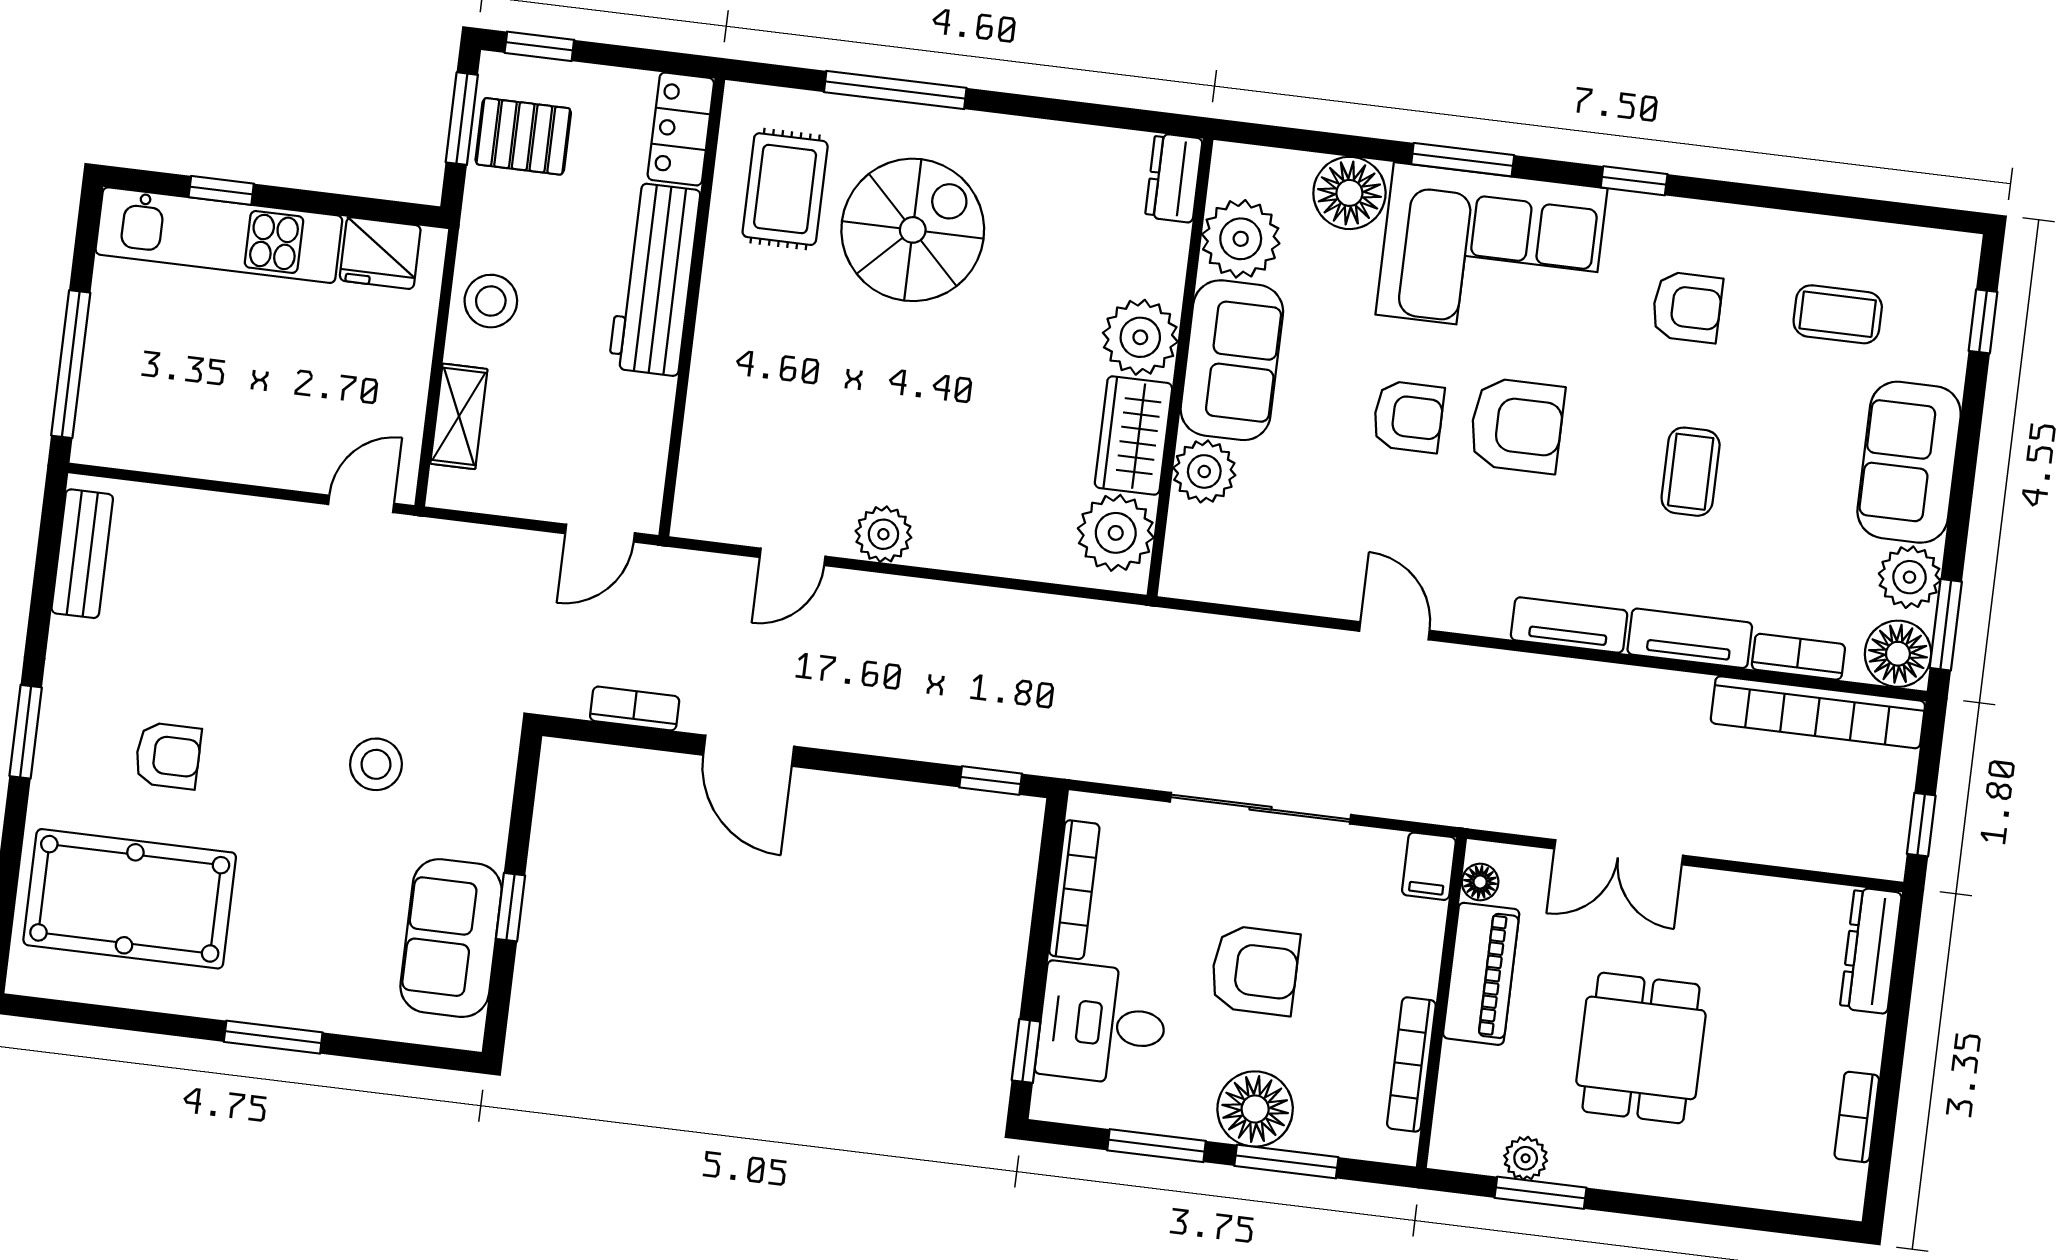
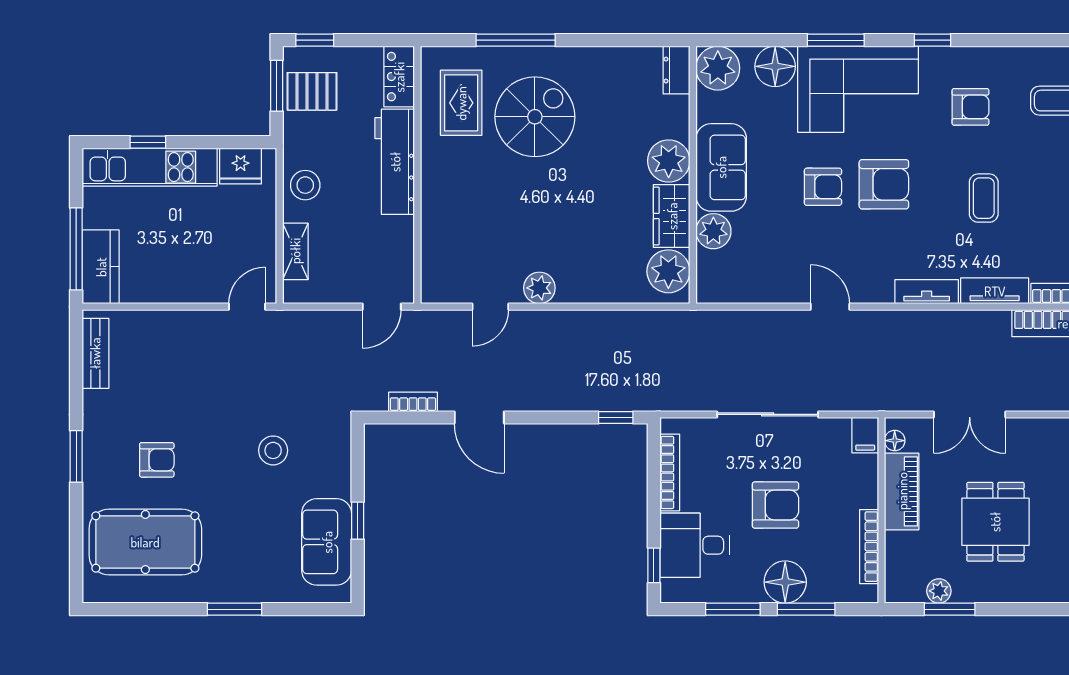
plant: (1241, 239) -> (718, 68), moved
kitchen counter: (110, 401) -> (101, 267), added

